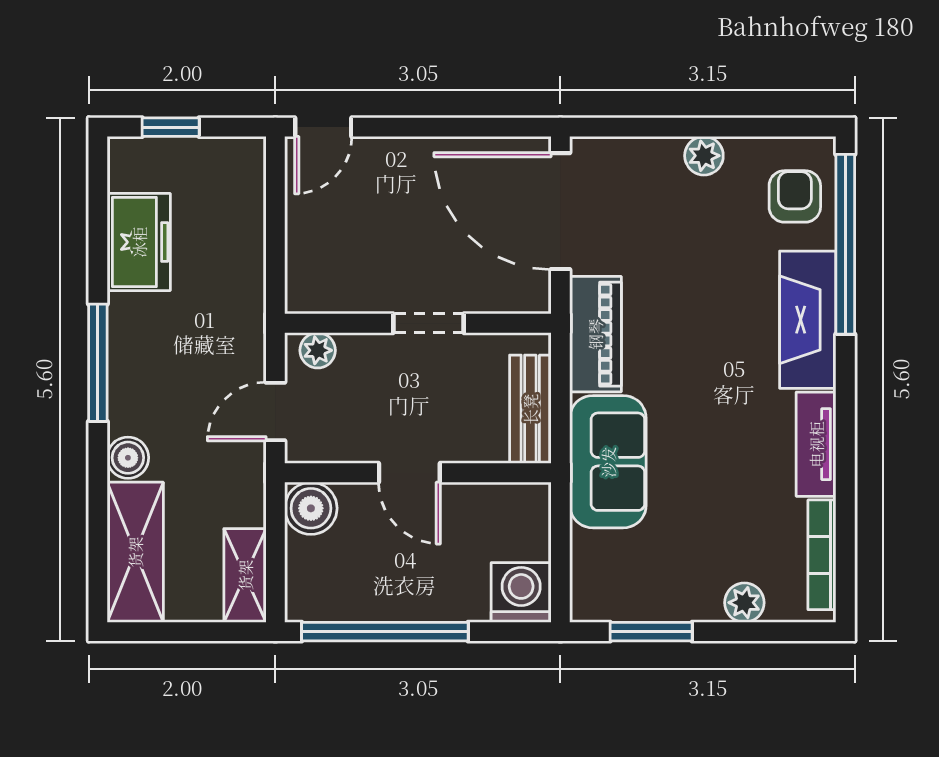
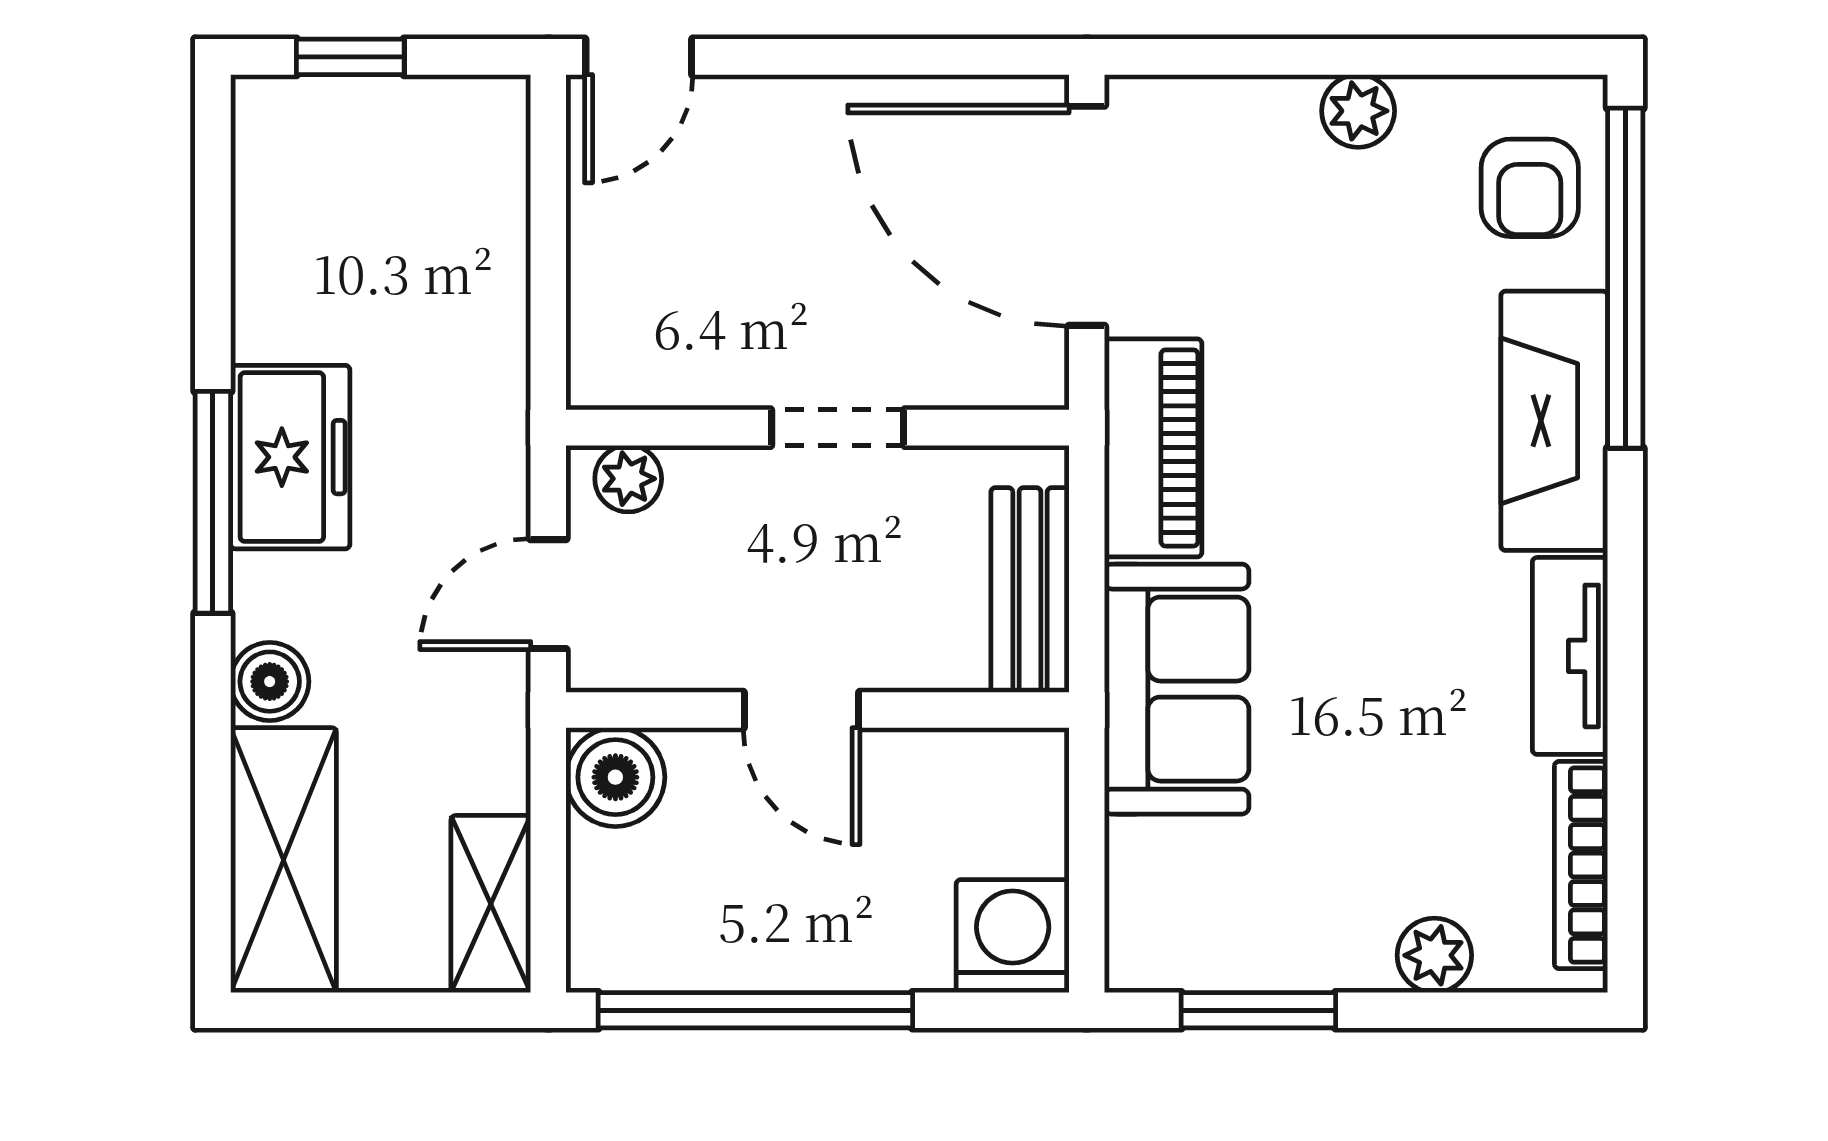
armchair: (795, 196) -> (1530, 188), turned 180
freezer: (139, 242) -> (290, 457), moved

